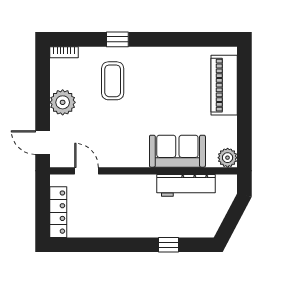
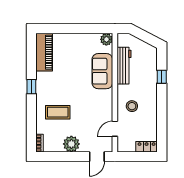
window: (117, 39) -> (31, 87), moved
piano: (224, 85) -> (44, 52), moved, turned -90
stool: (122, 198) -> (132, 106), added
locker: (58, 212) -> (147, 147), width x0.66

